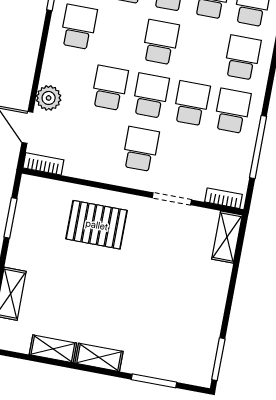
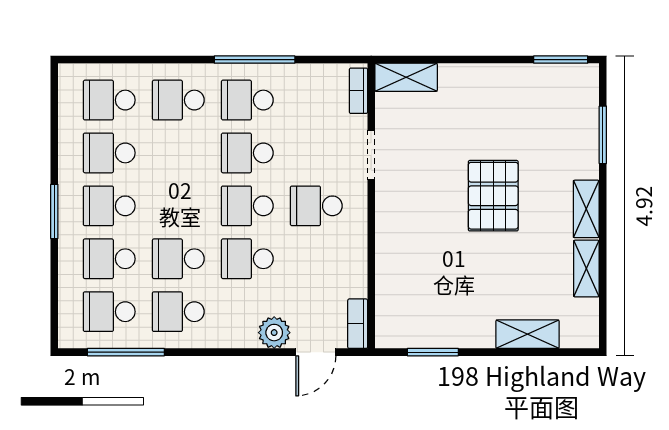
school desk: (161, 42) -> (178, 259), moved
window: (258, 147) -> (255, 60), moved
pallet: (97, 225) -> (493, 196), moved

